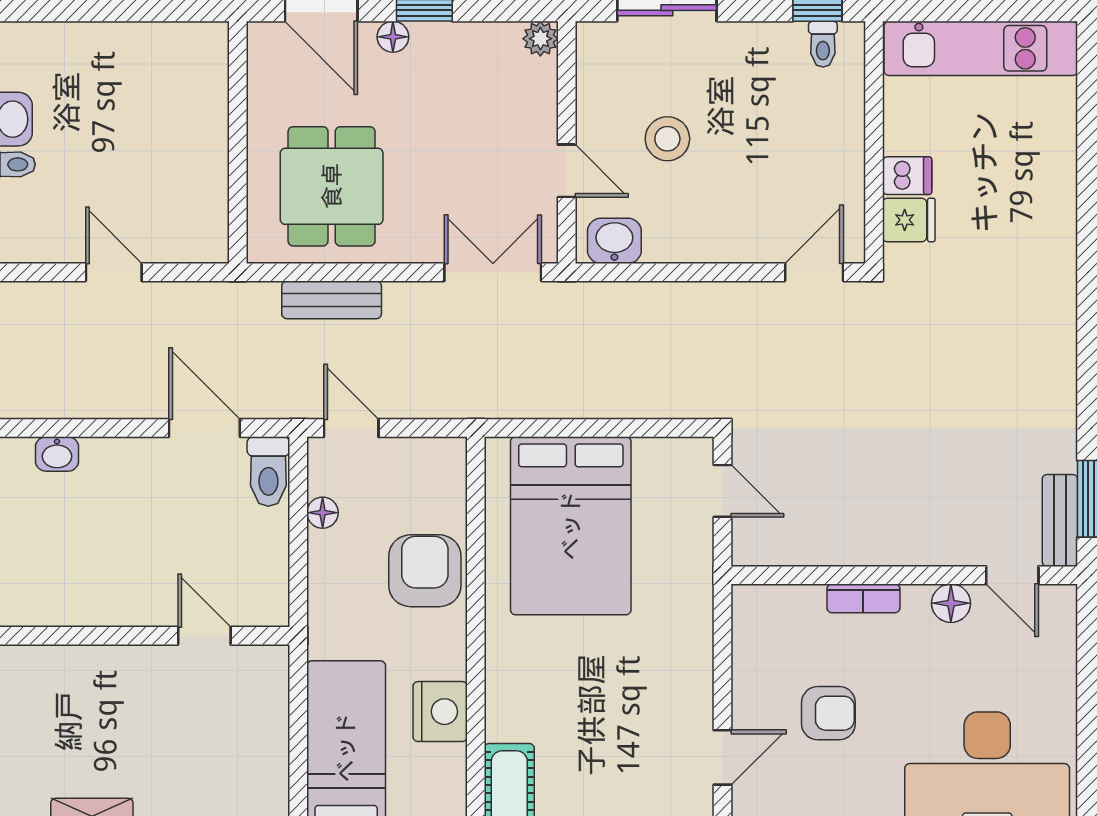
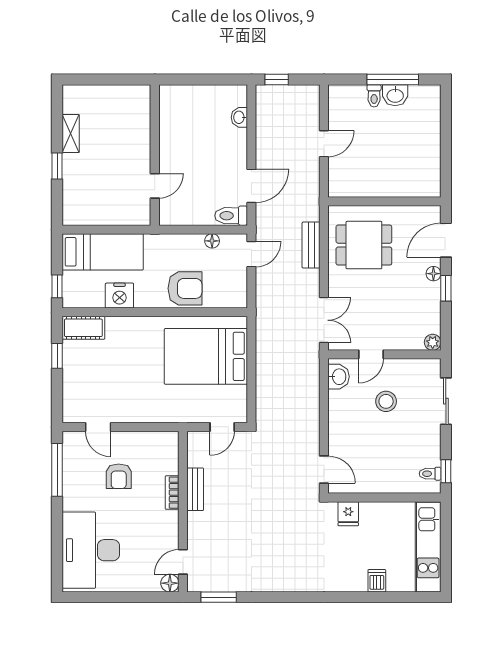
dishwasher: (907, 176) -> (377, 581), moved, turned 180
bench: (1060, 520) -> (195, 489), moved, turned 90
floor lamp: (951, 603) -> (170, 583), moved

